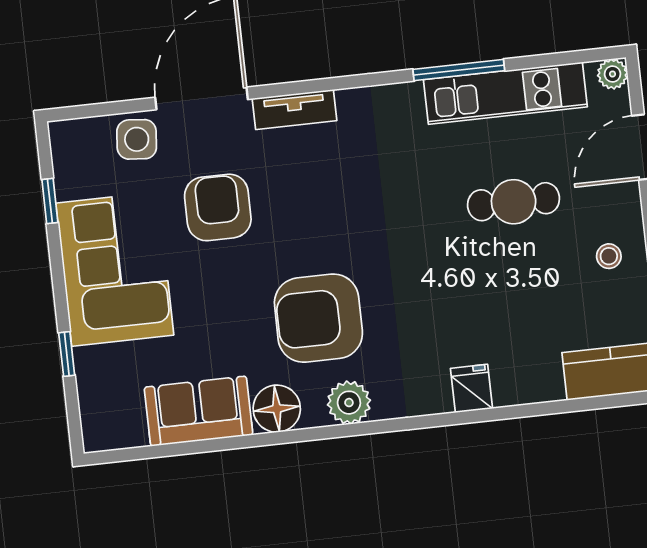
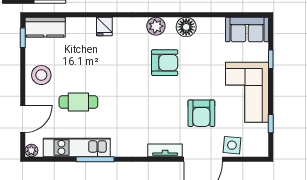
stool: (609, 256) -> (41, 75), width x1.89, depth x1.89
armchair: (318, 318) -> (165, 63), width x0.73, depth x0.73
sofa: (198, 411) -> (247, 30), moved

